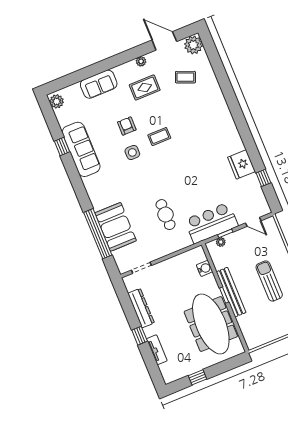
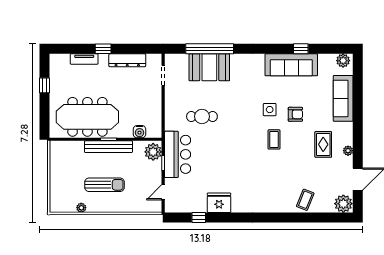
coffee table: (185, 77) -> (305, 200), moved
sofa: (99, 84) -> (343, 98), width x1.36
plant: (221, 242) -> (153, 152), width x1.88, depth x1.88

